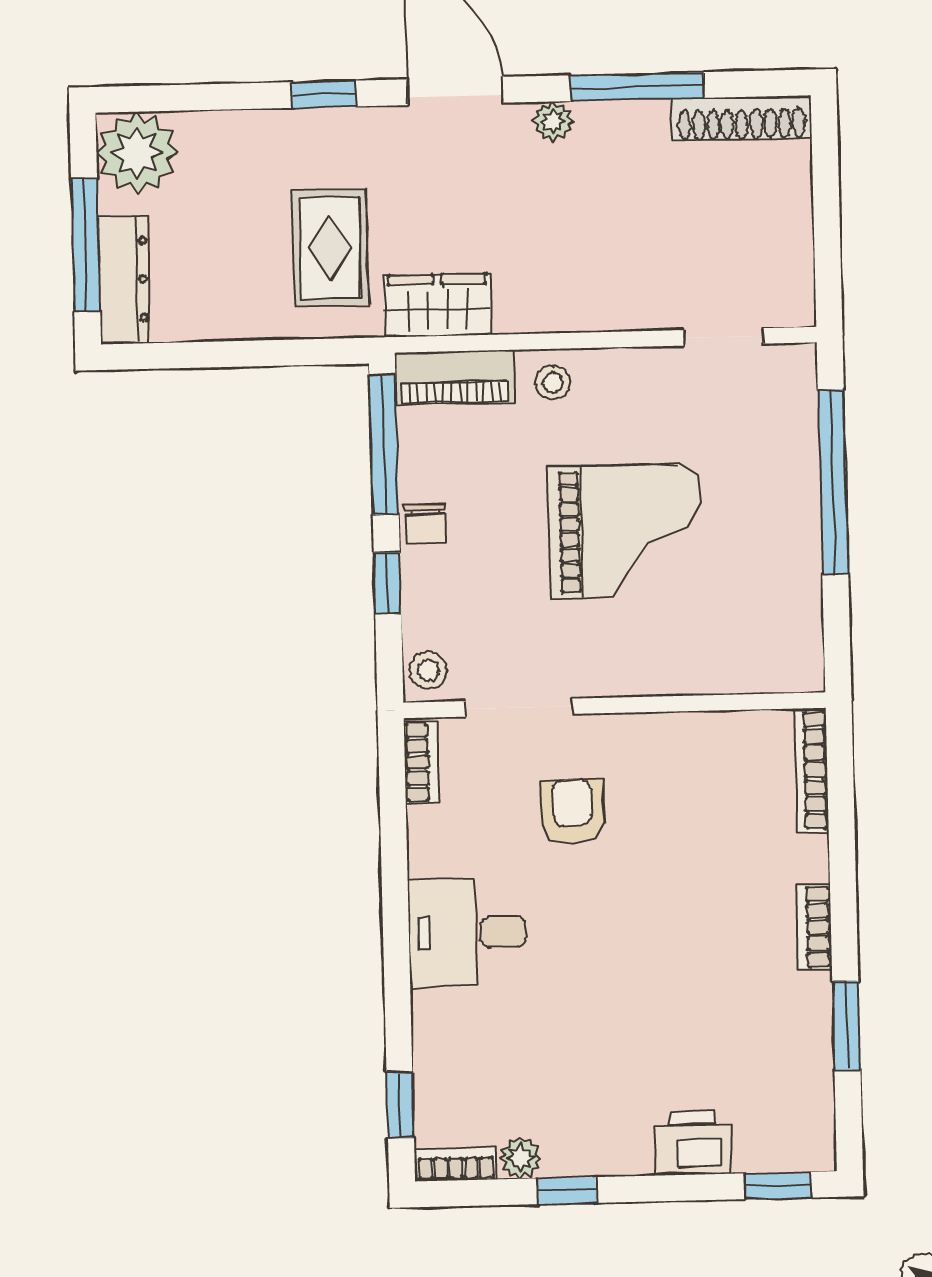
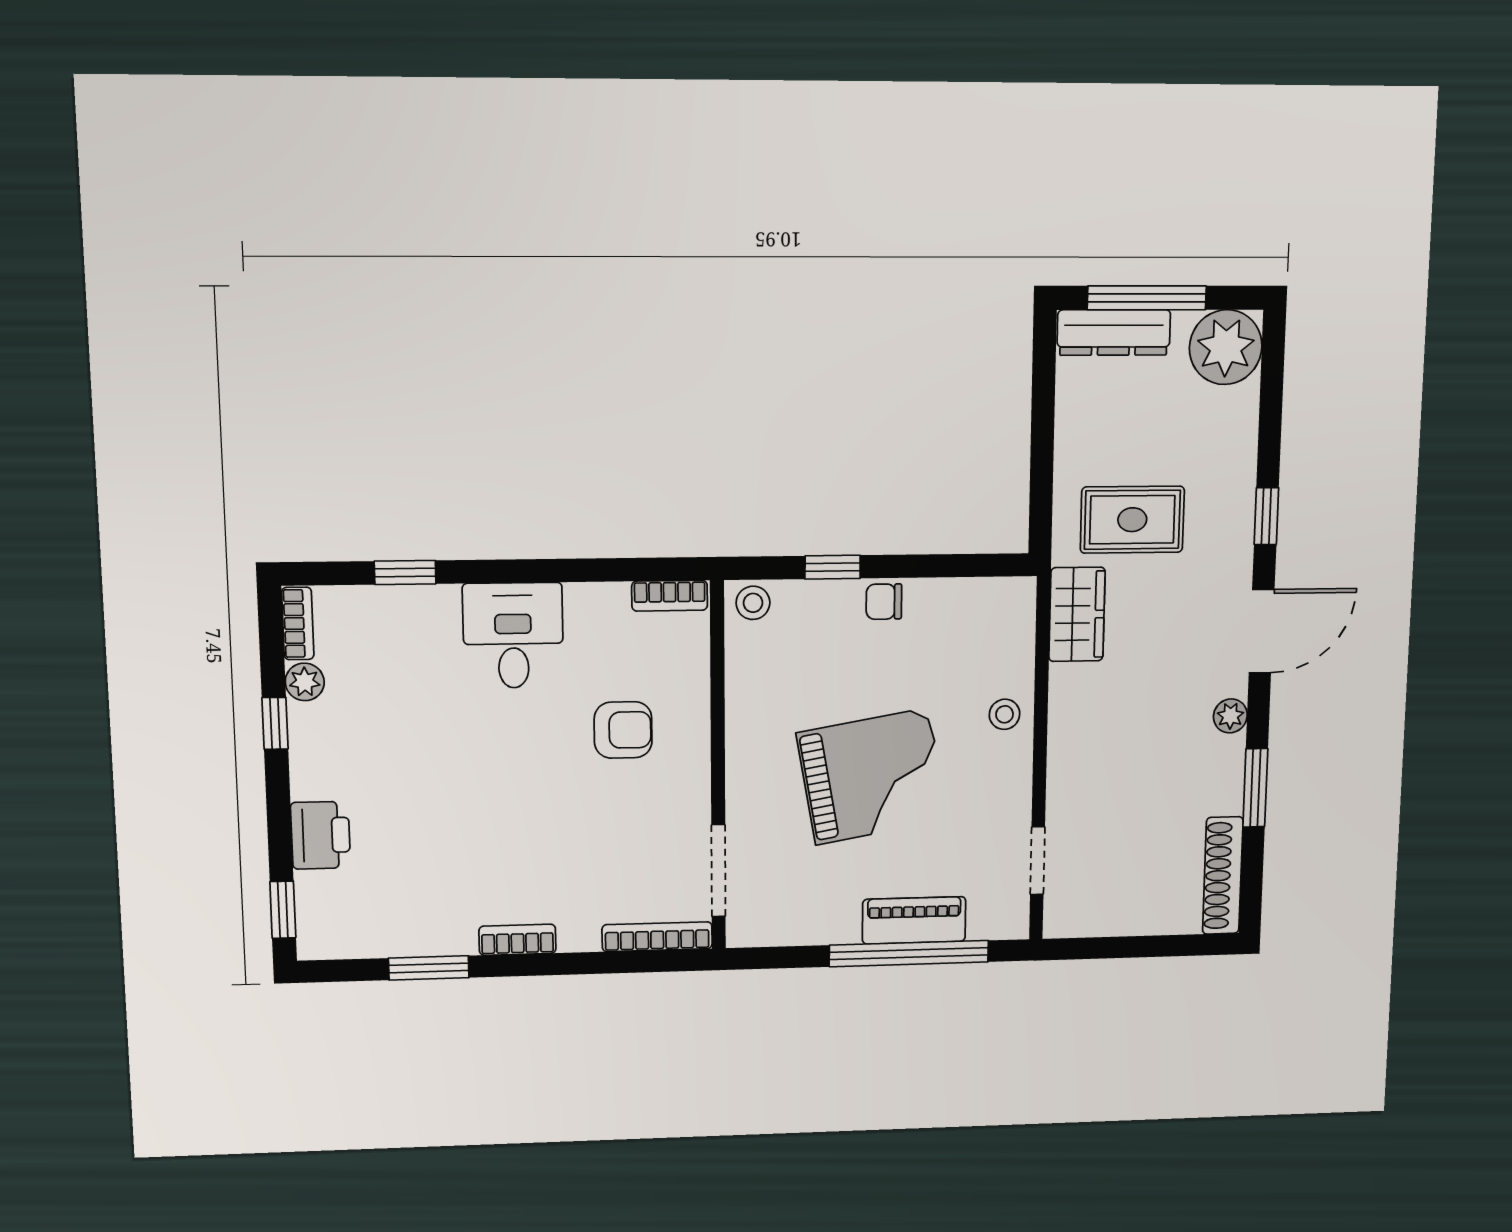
window: (637, 87) -> (1255, 788), width x0.69
piano: (455, 378) -> (914, 920), moved, turned 90
window: (384, 445) -> (956, 566), removed
grand piano: (625, 531) -> (872, 777), turned -100
doorway: (519, 708) -> (718, 871), moved
window: (400, 1105) -> (405, 572), moved

